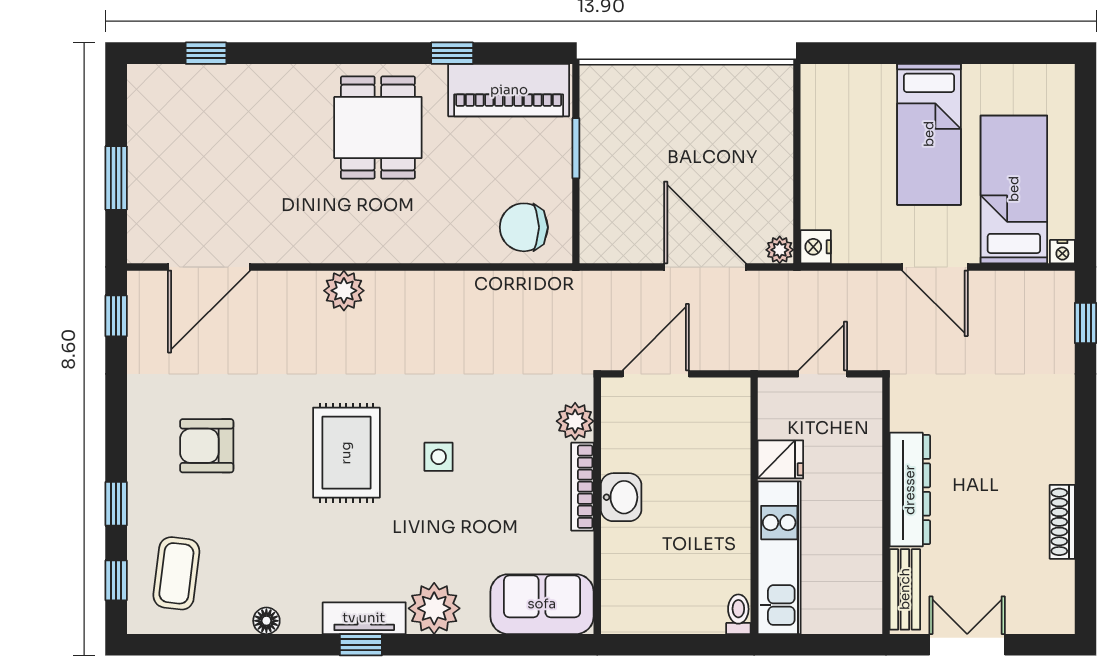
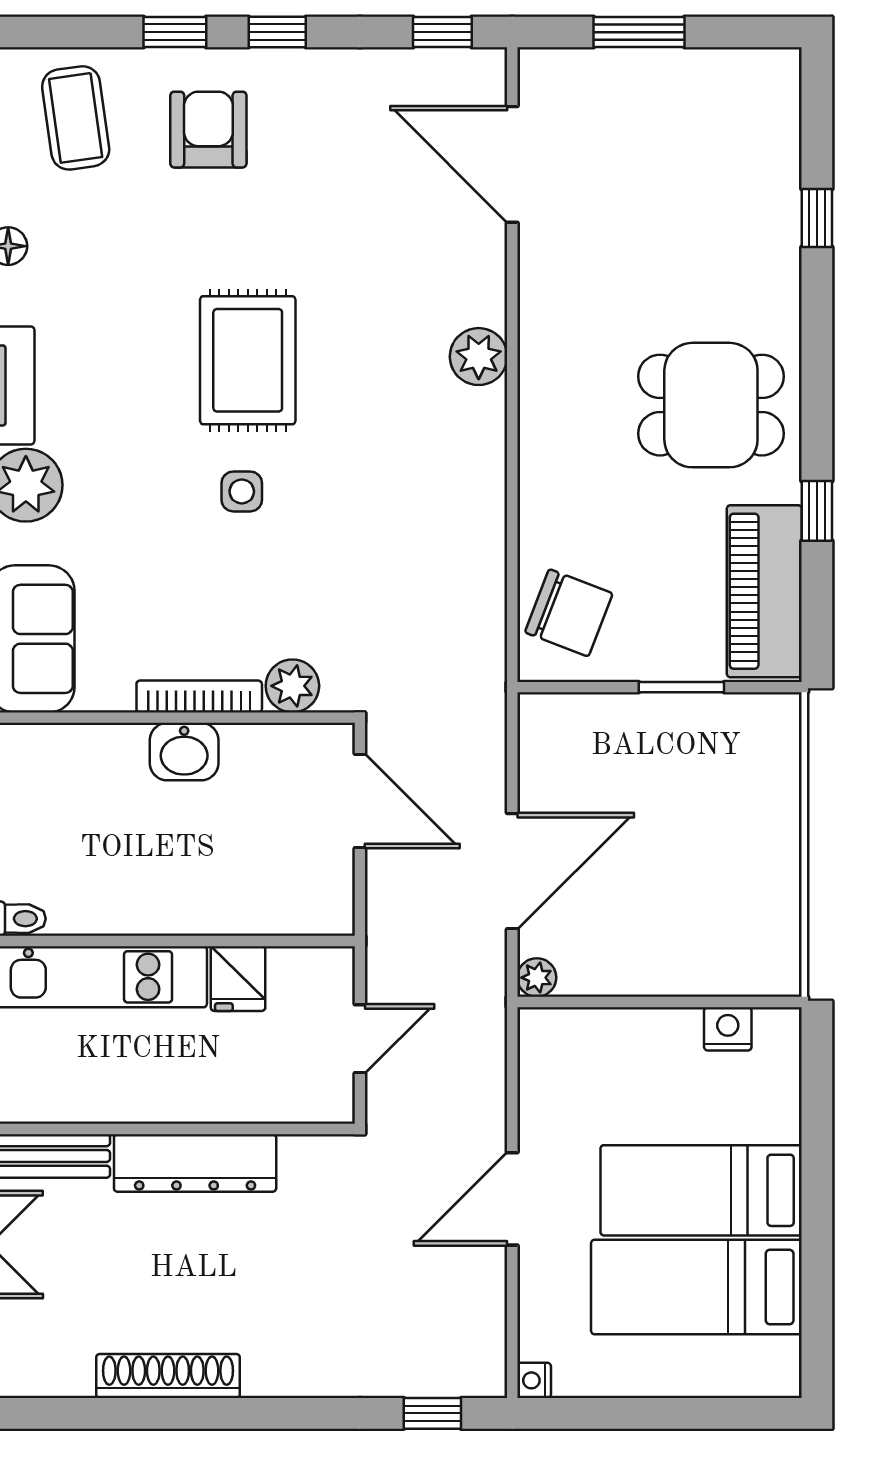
window: (206, 53) -> (817, 218), moved
bed: (1014, 189) -> (696, 1287), moved, turned 180
chair: (524, 227) -> (569, 613), turned 111
nightstand: (816, 247) -> (728, 1029), moved
door: (823, 374) -> (360, 1039), hinge flipped
armchair: (207, 446) -> (208, 130), moved
rug: (346, 453) -> (248, 360), turned 90
shoe rack: (1062, 522) -> (168, 1376), width x1.36, depth x1.24
coffee table: (176, 573) -> (76, 118), turned 75
window: (116, 580) -> (277, 32), moved

